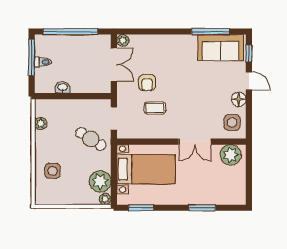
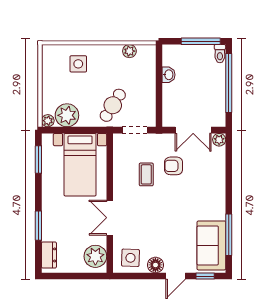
toilet: (43, 62) -> (220, 54), moved
dresser: (229, 198) -> (49, 255), added

